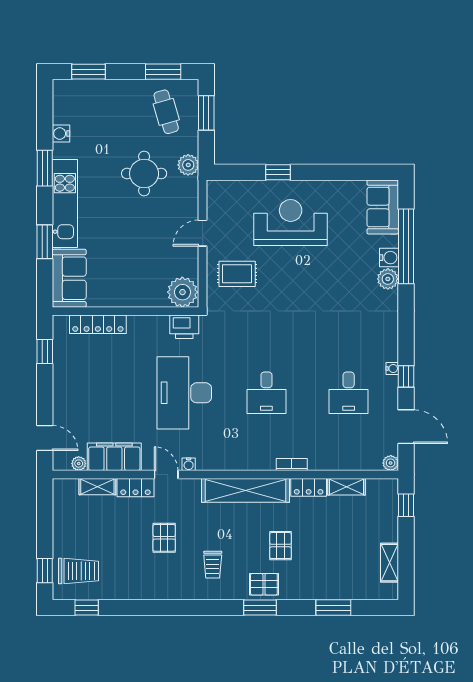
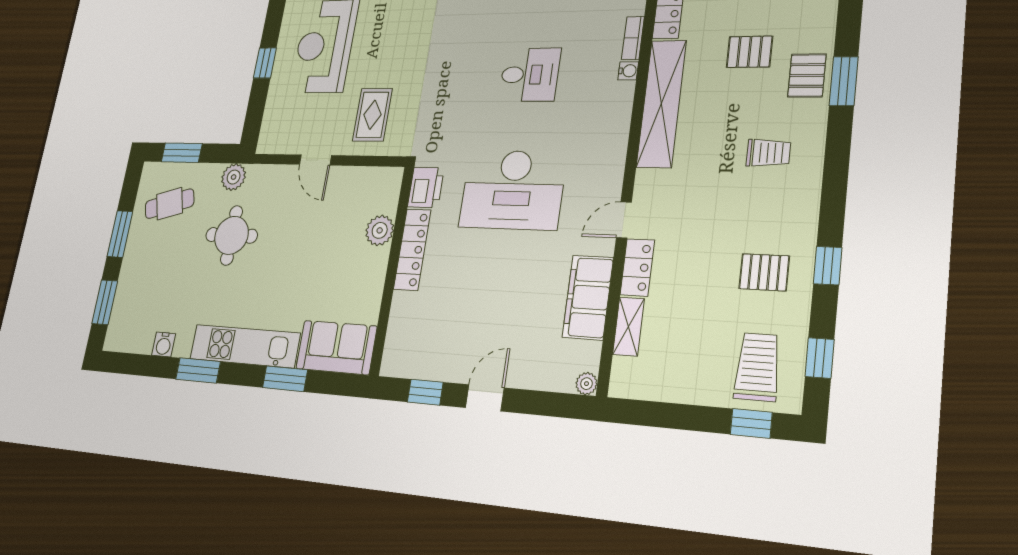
window: (163, 72) -> (120, 234), moved
plant: (182, 292) -> (380, 230), moved, width x0.73, depth x0.73
locker: (98, 324) -> (412, 249), moved
door: (45, 438) -> (485, 398), moved
plant: (79, 464) -> (586, 384), moved
water cooler: (189, 464) -> (628, 71), moved
pallet: (164, 538) -> (764, 272), moved
window: (142, 608) -> (828, 266), added

